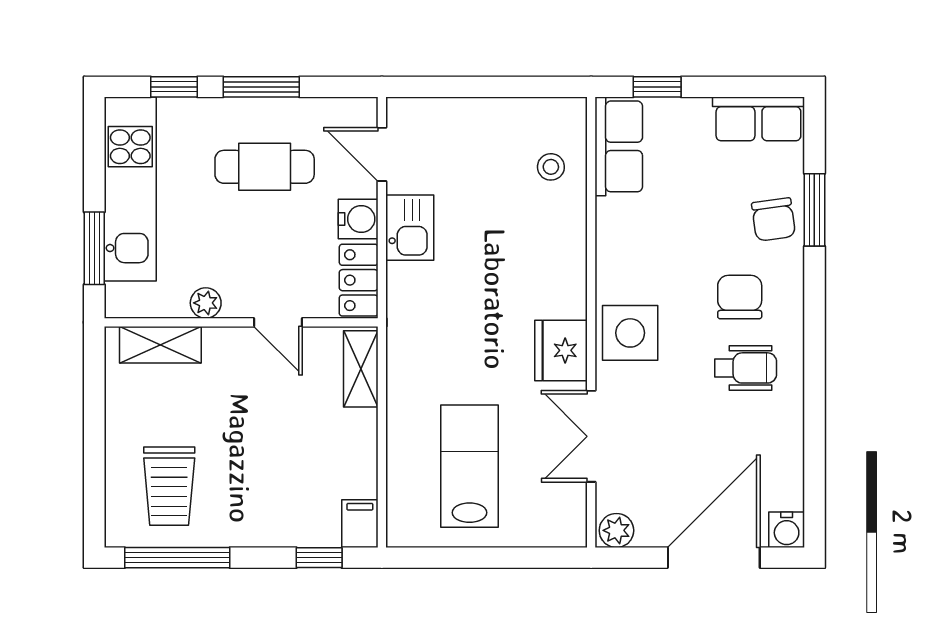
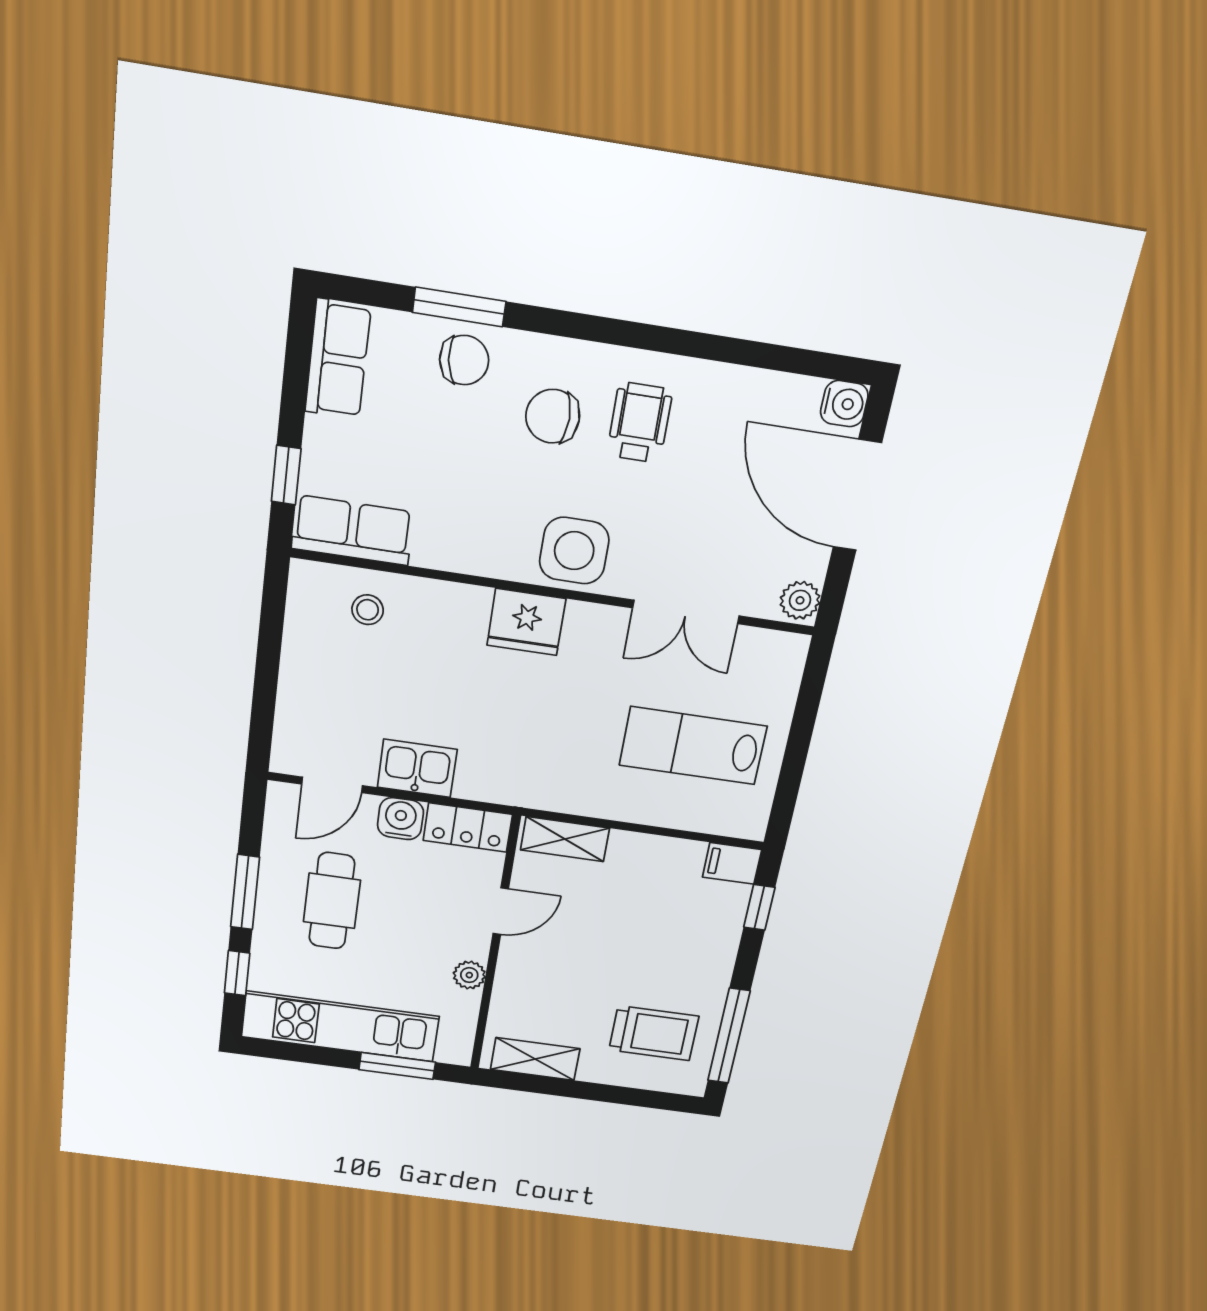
shelving: (160, 345) -> (535, 1059), moved, turned 90
fridge: (561, 350) -> (526, 622), moved

